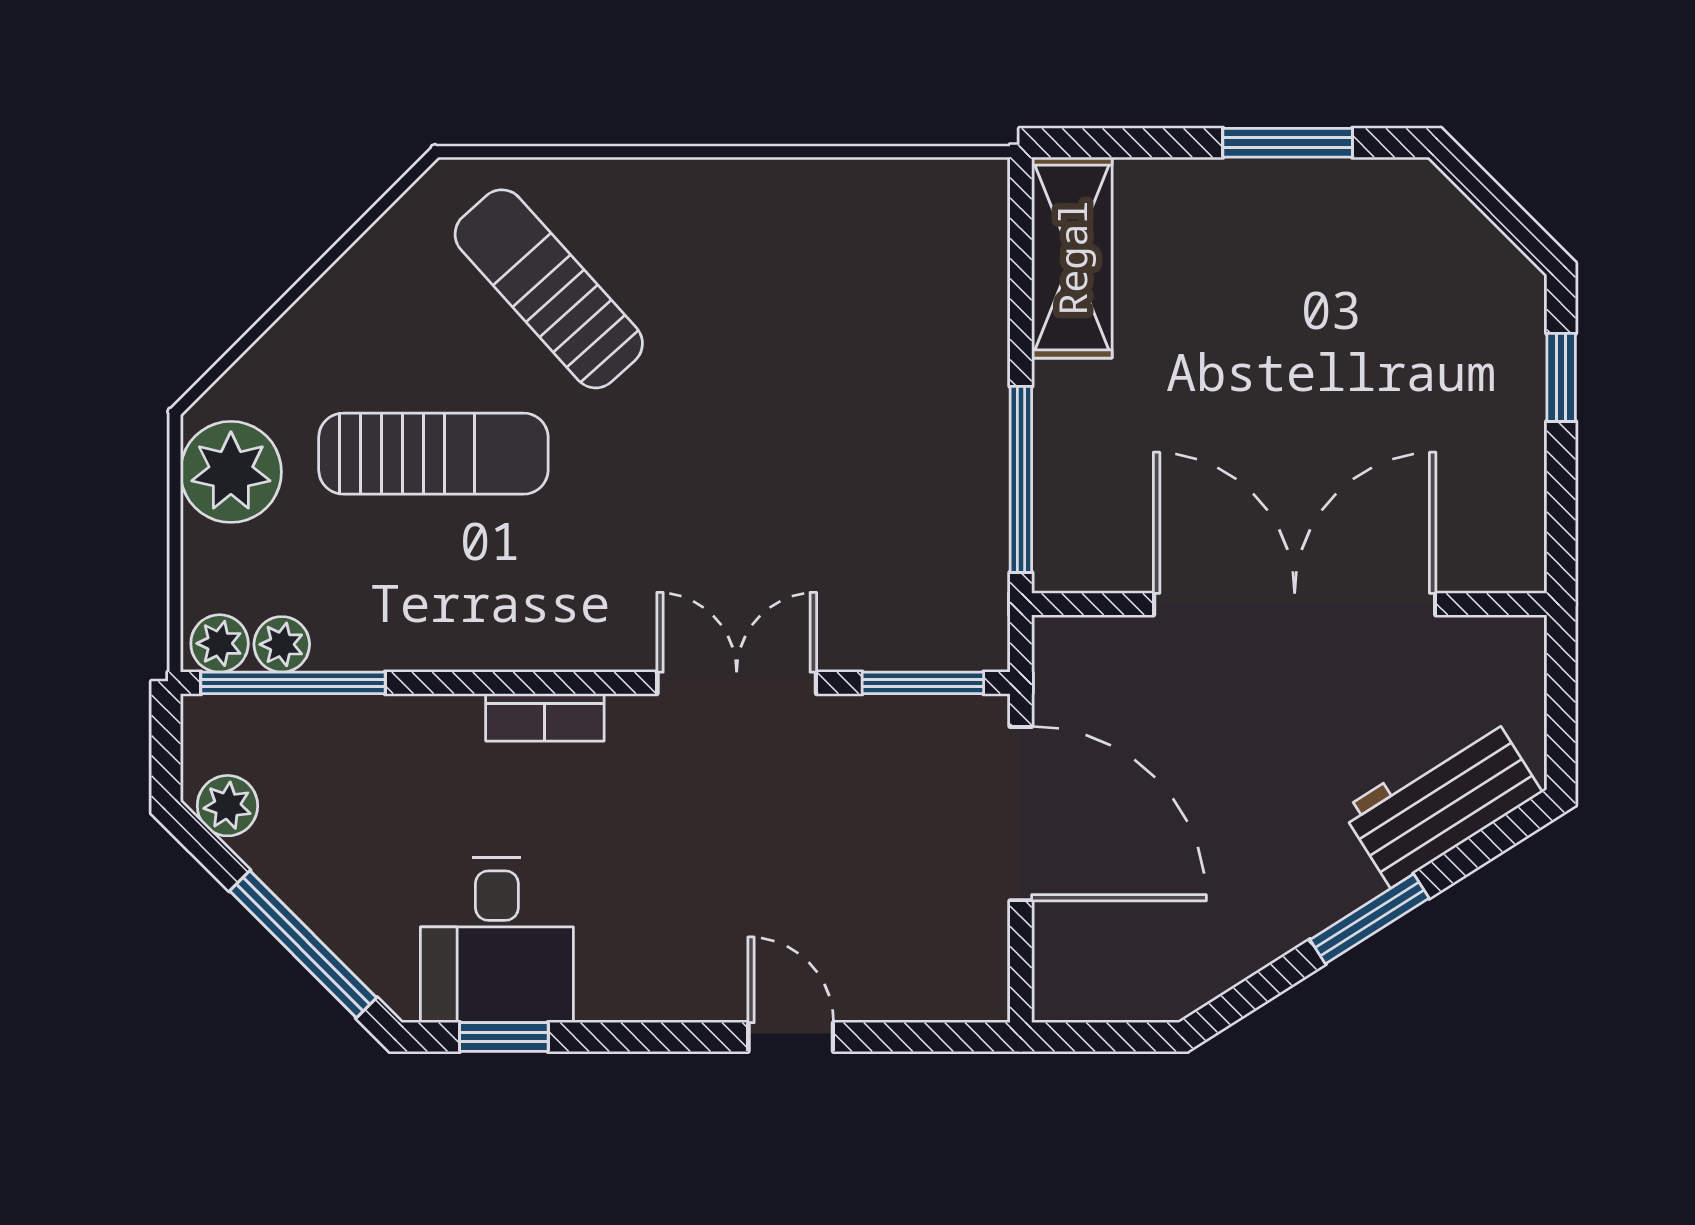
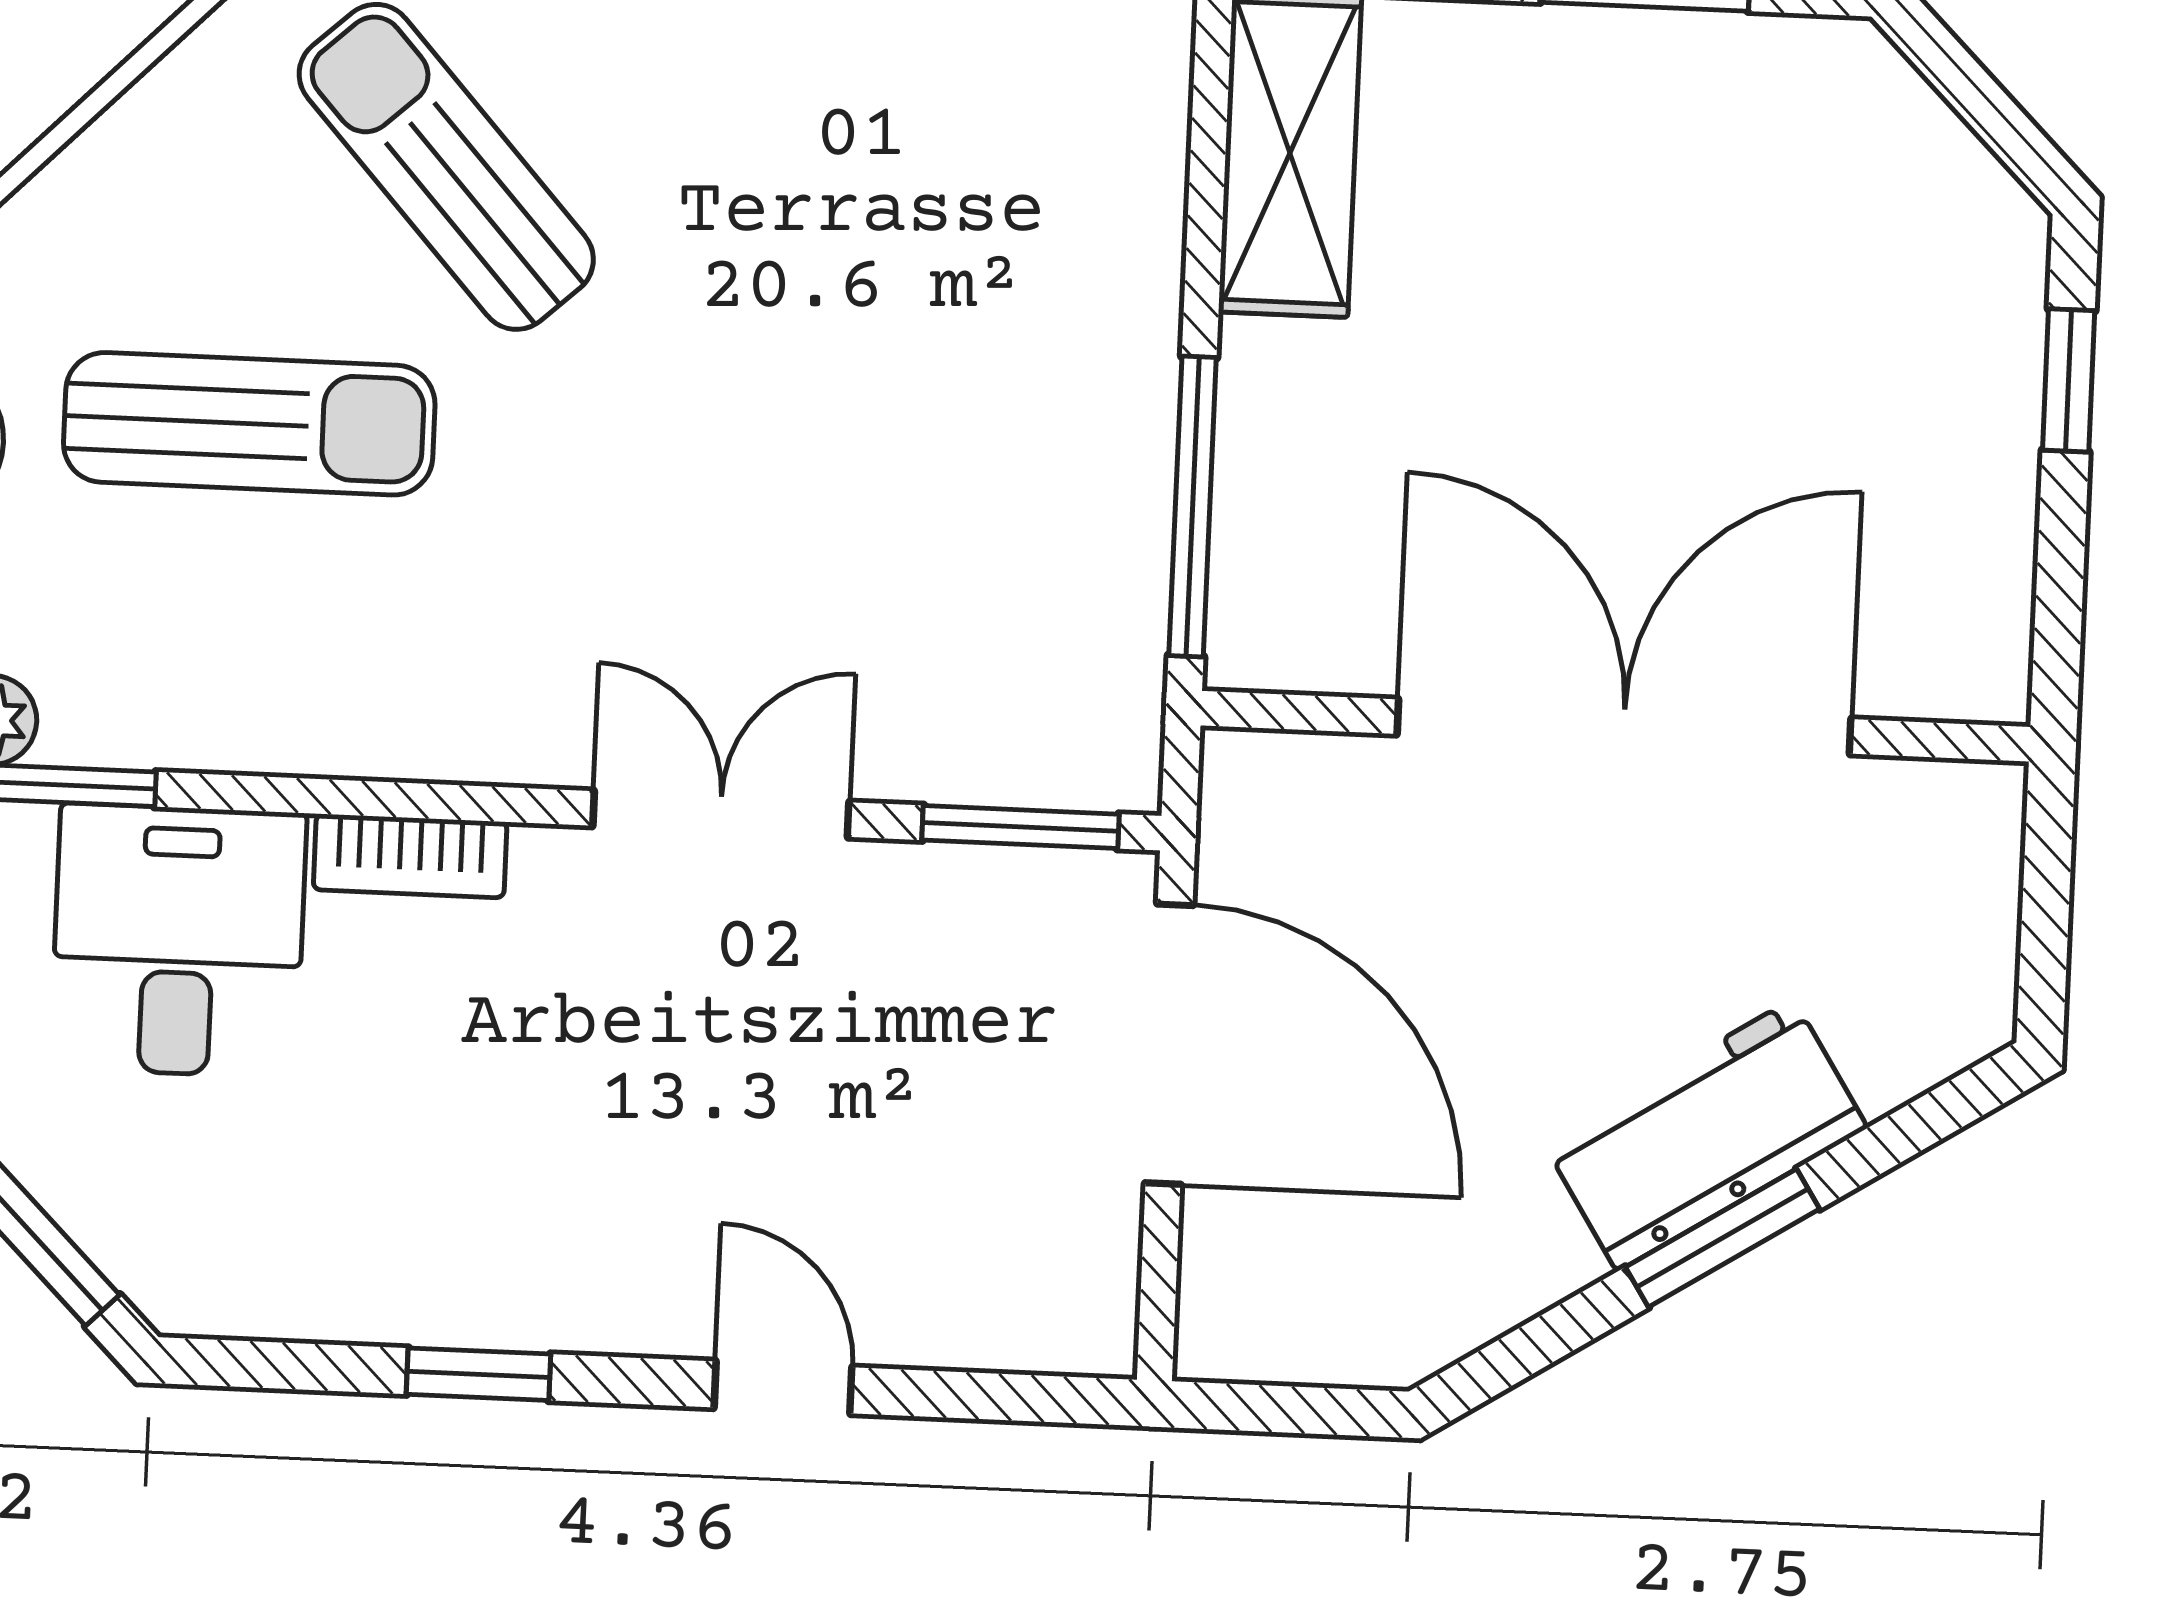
workbench: (1442, 801) -> (1705, 1135), moved
desk: (497, 940) -> (178, 941), moved, turned 180
window: (504, 1037) -> (478, 1374), moved

